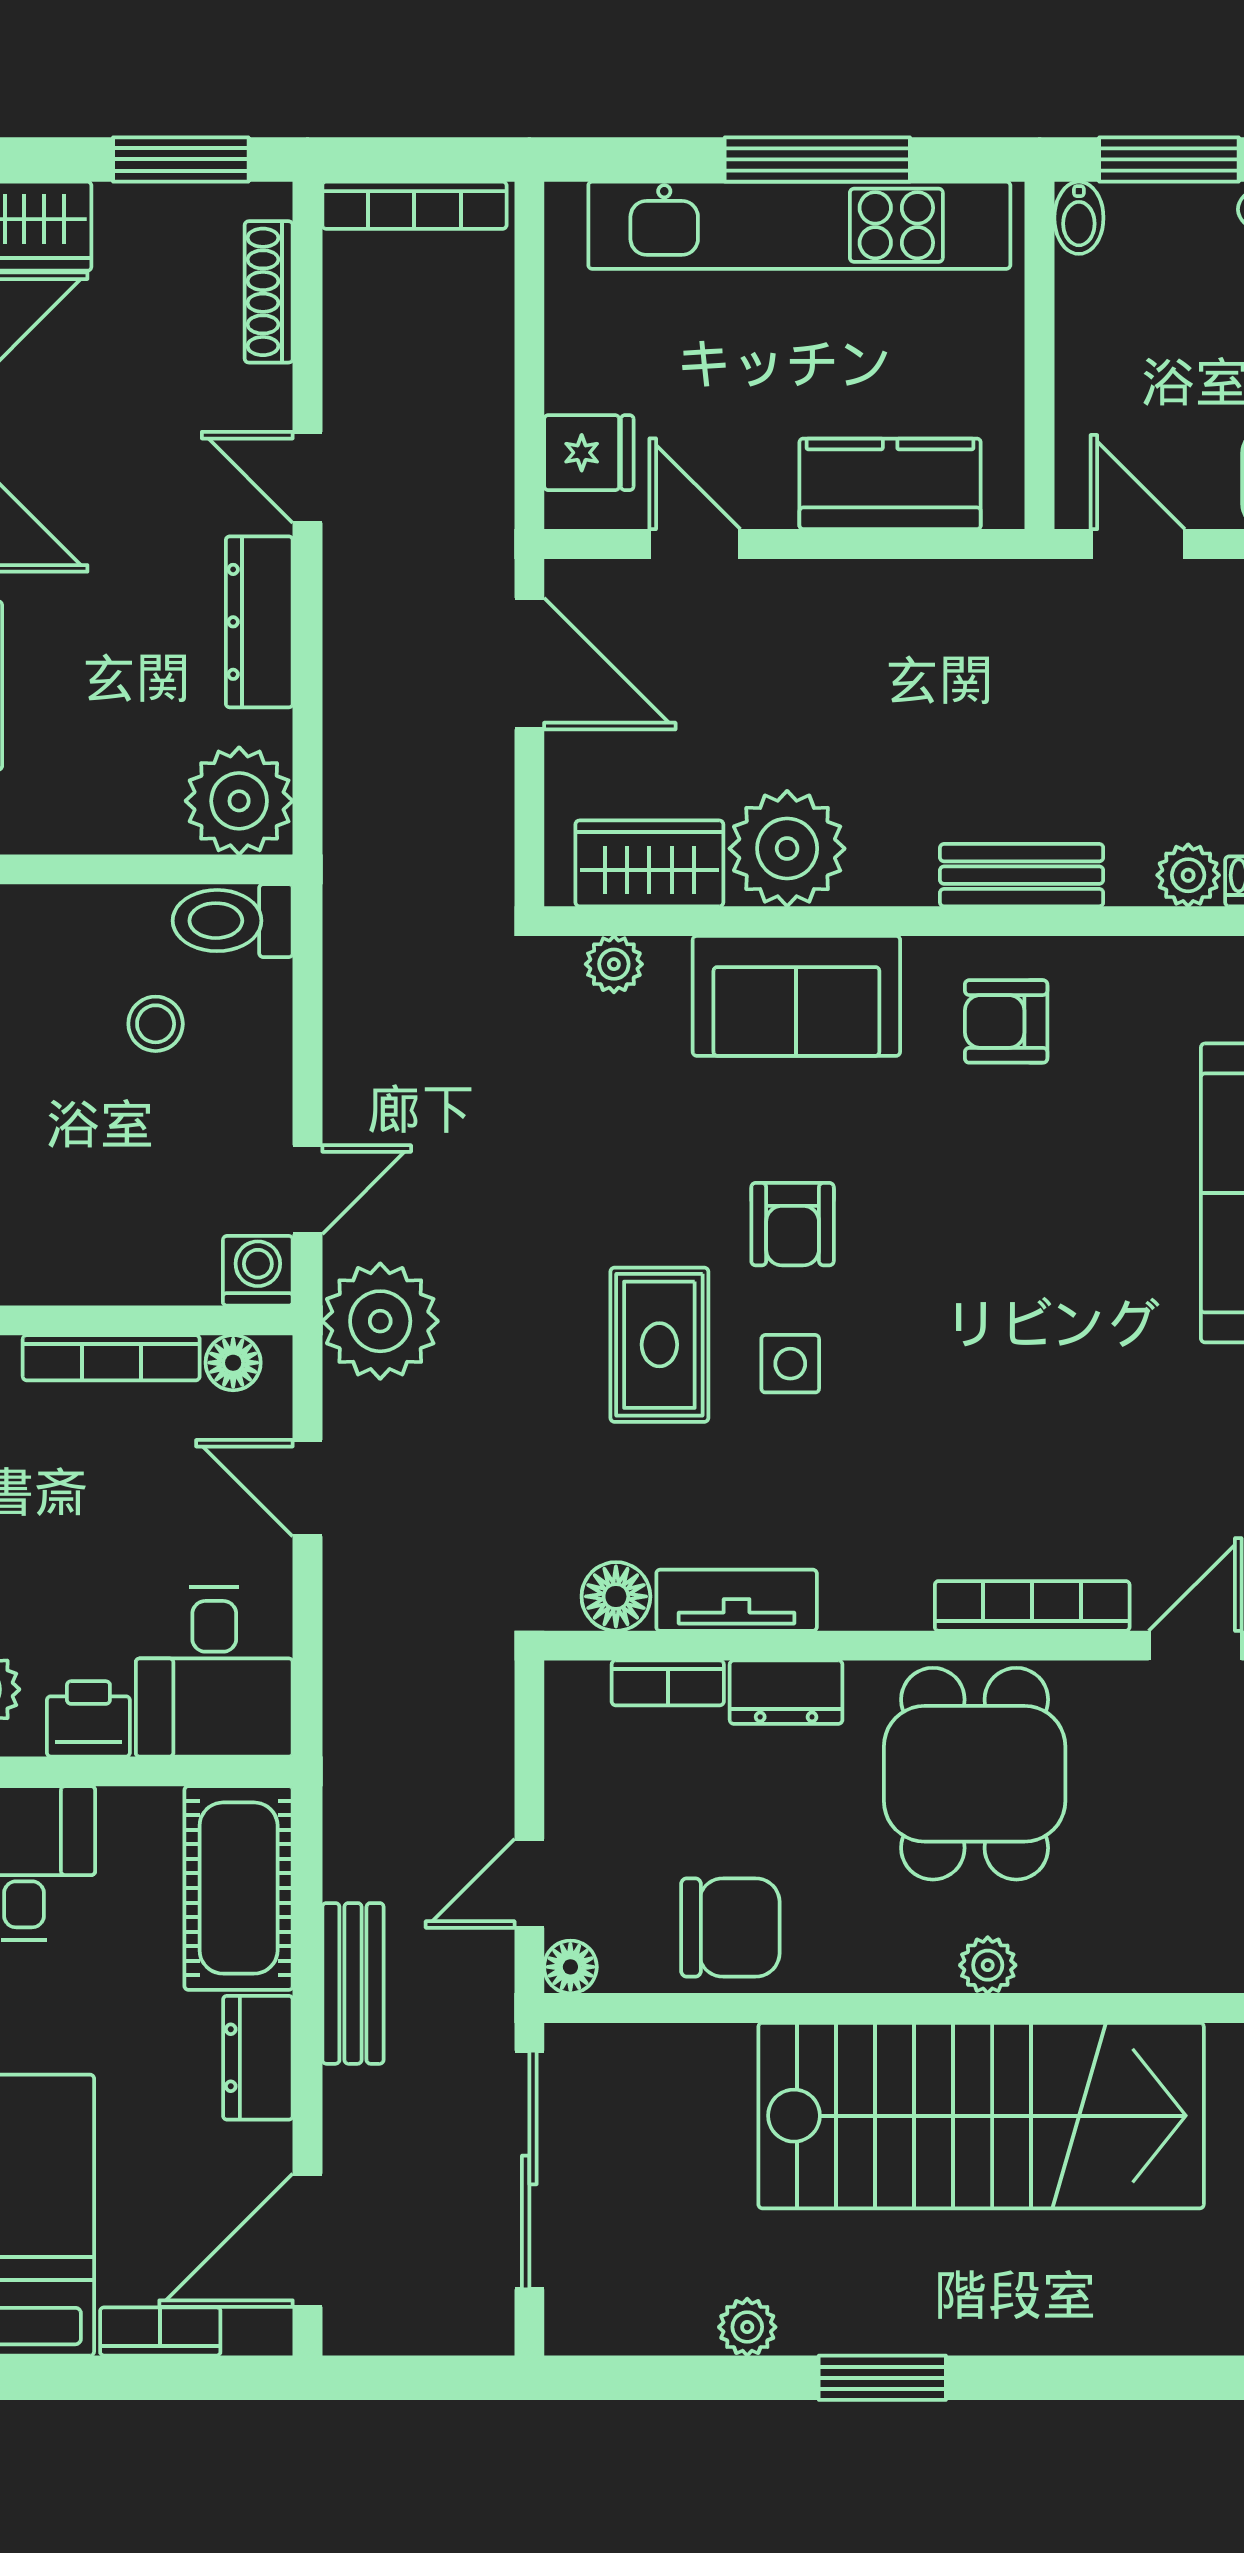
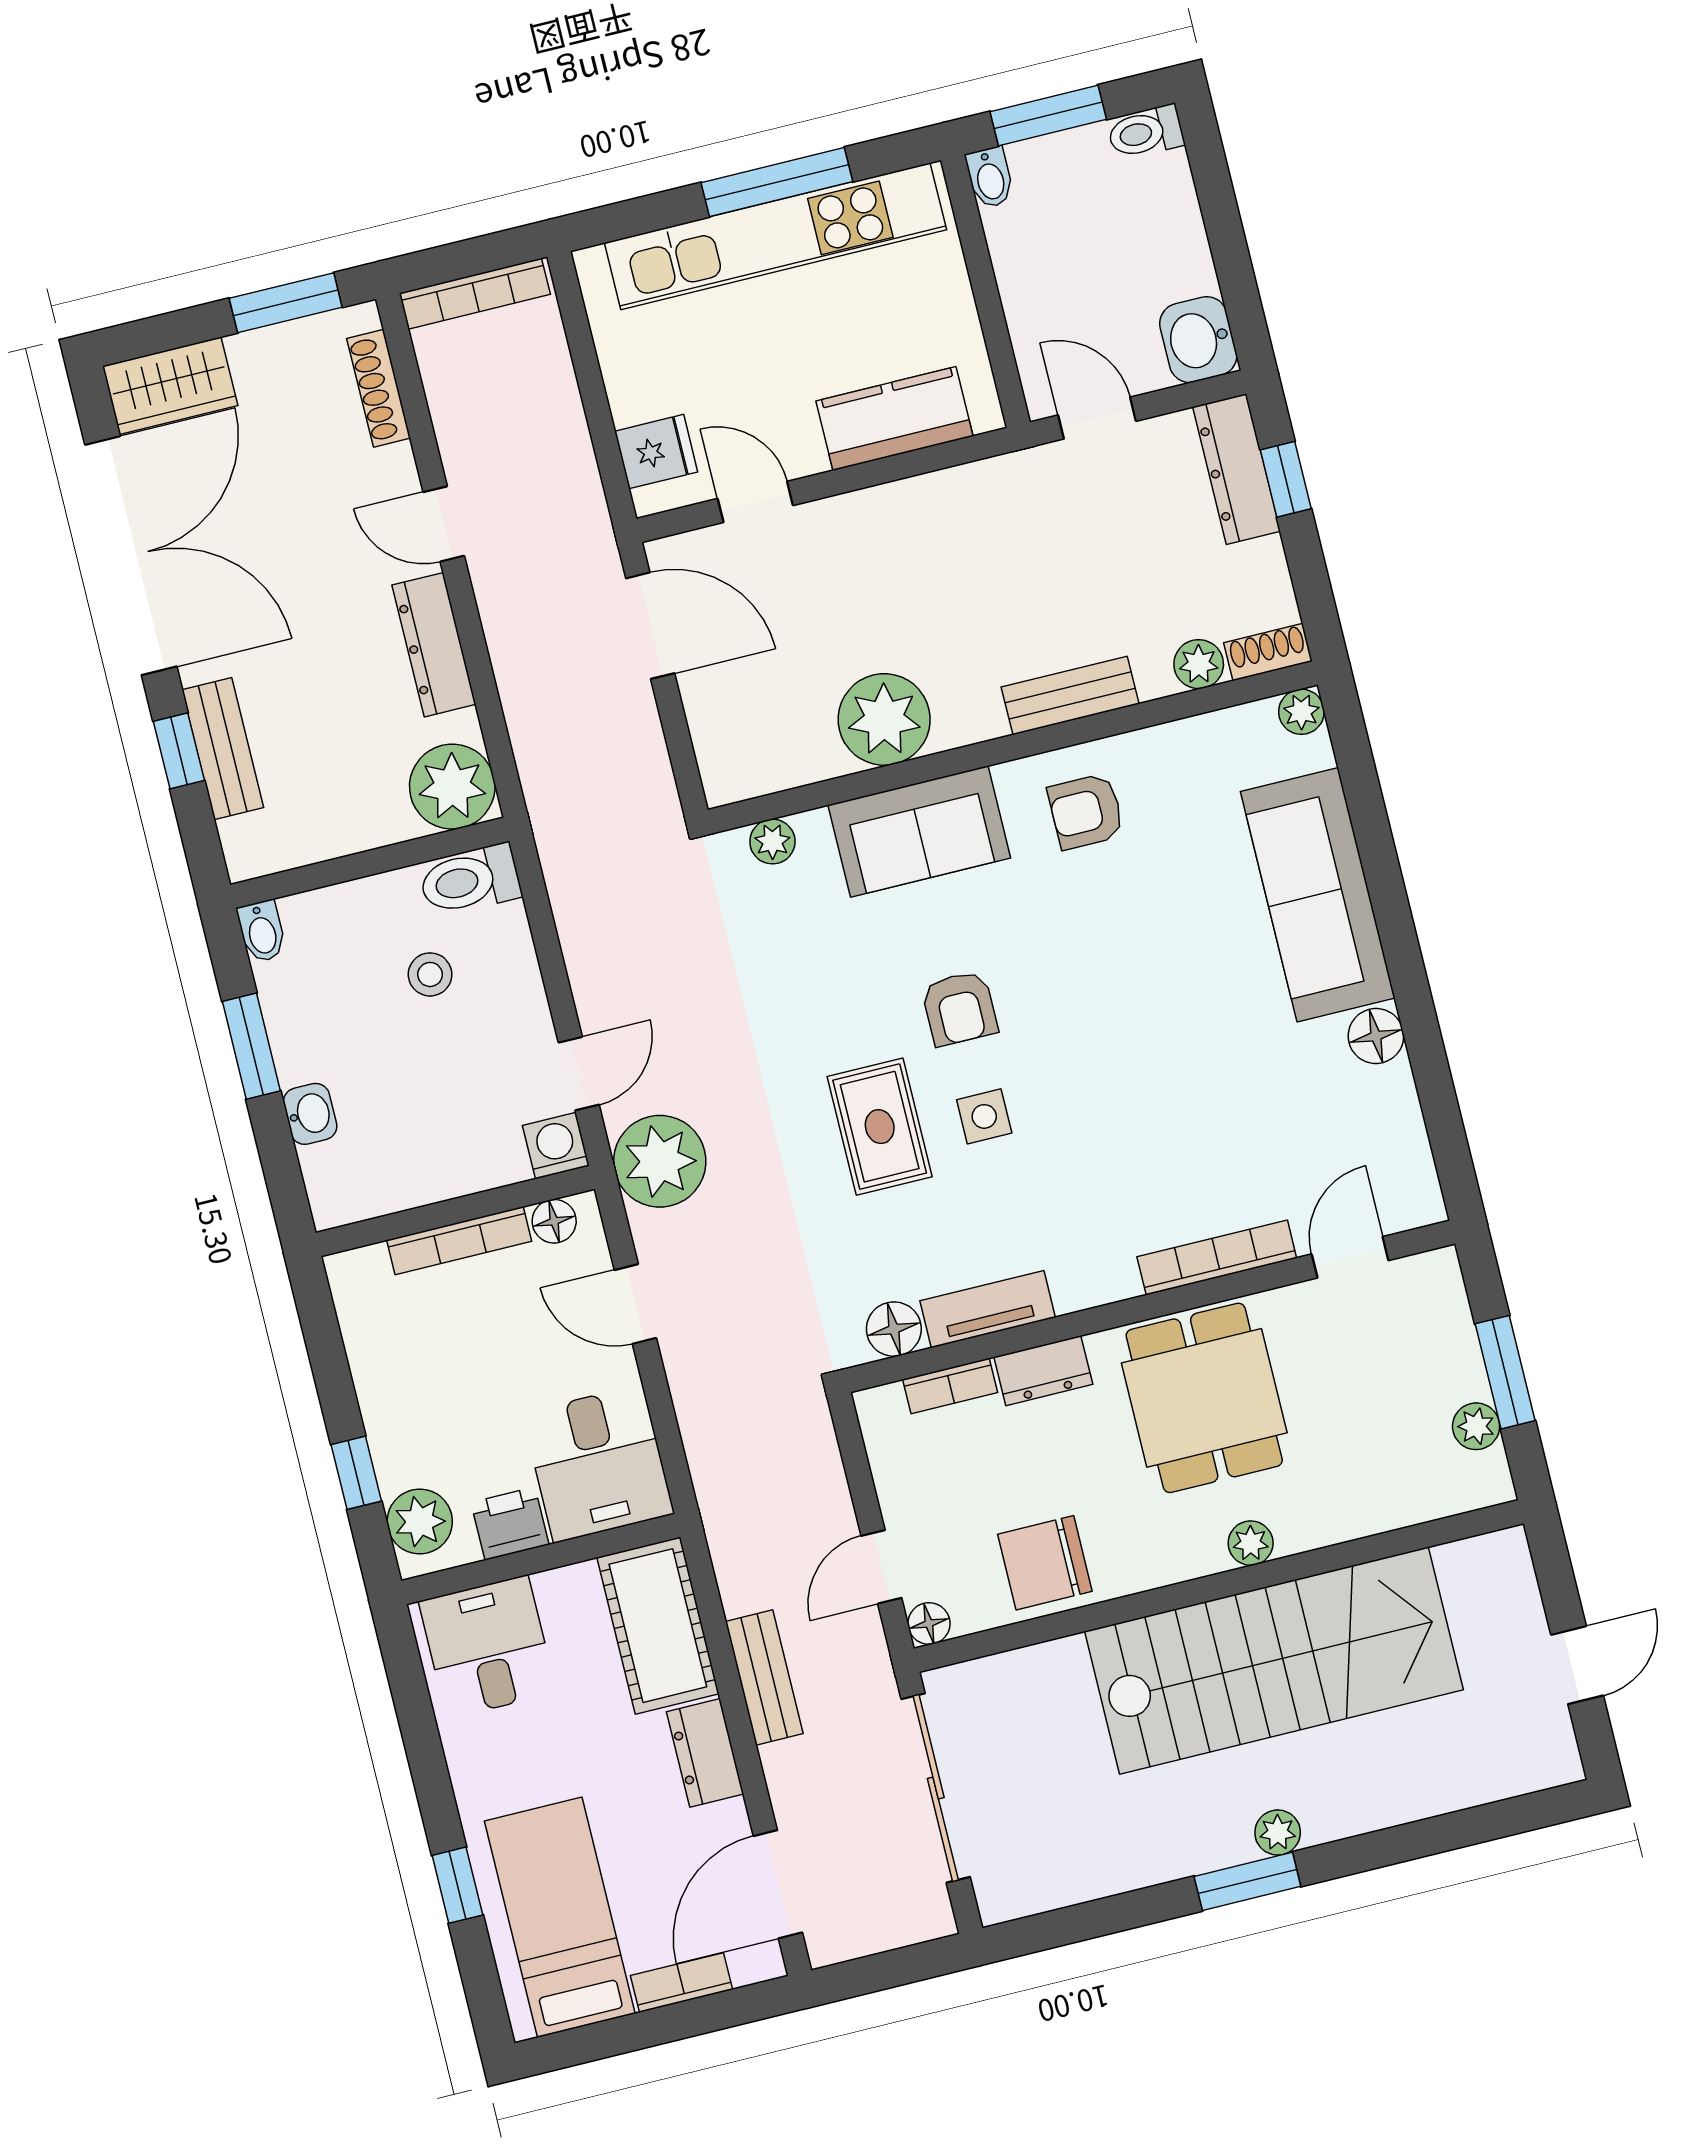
wardrobe: (649, 863) -> (781, 757), removed
chair: (730, 1928) -> (1045, 1563), turned 180
plant: (747, 2327) -> (1278, 1833), moved

